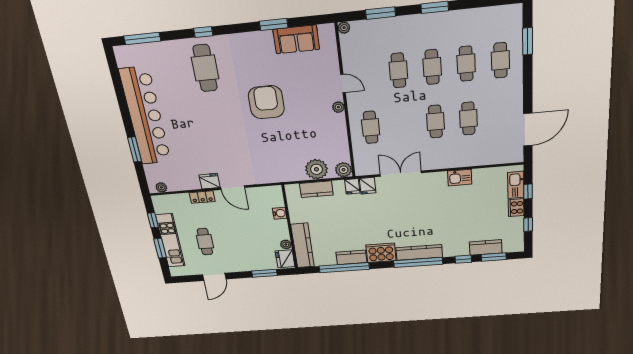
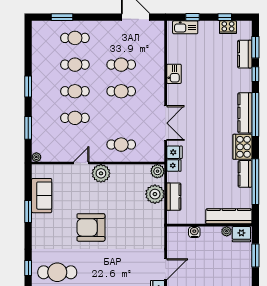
plant: (338, 107) -> (101, 173), width x1.87, depth x1.87
double door: (401, 174) -> (166, 123), swing flipped
cooker: (516, 208) -> (228, 27), moved

